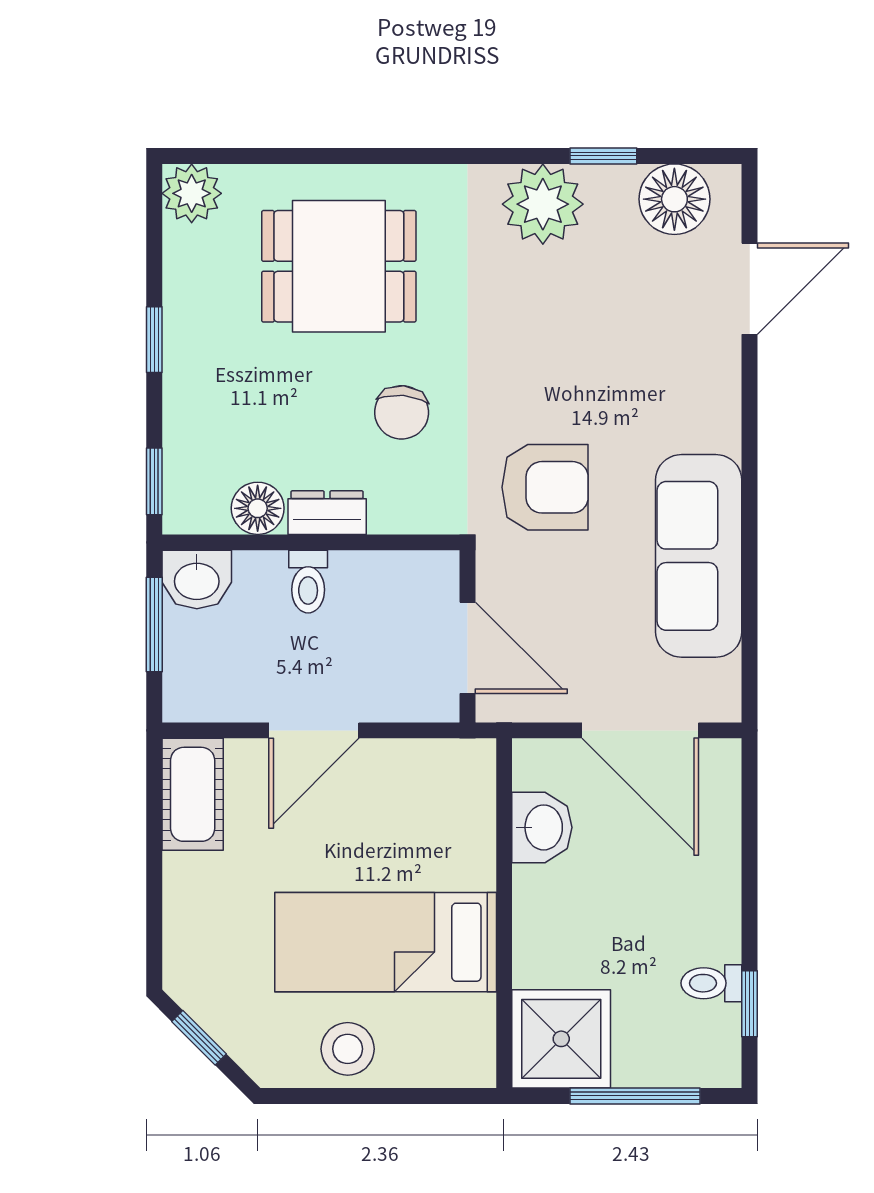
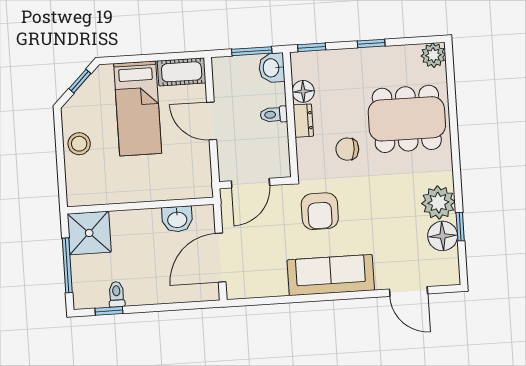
floor lamp: (674, 199) -> (443, 236), moved
dining table: (339, 266) -> (407, 119), width x1.38
sofa: (699, 556) -> (331, 275), moved
bed: (386, 942) -> (138, 108), moved, turned 180

